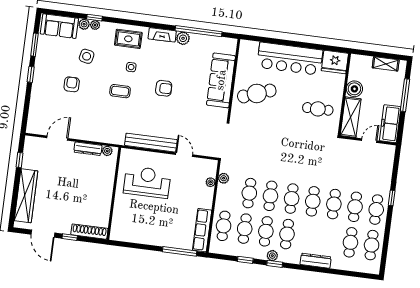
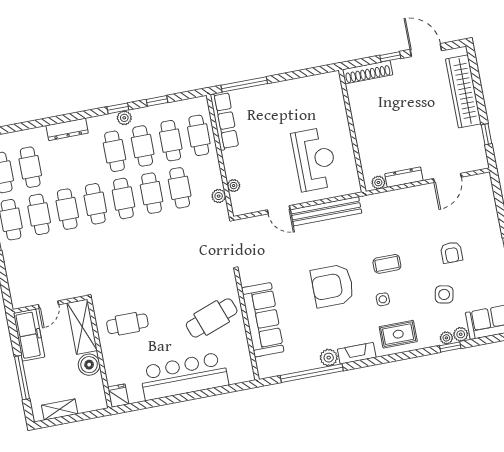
fridge: (335, 62) -> (118, 396), width x0.53, depth x0.75
armchair: (164, 88) -> (332, 286), width x1.88, depth x1.88
reception desk: (147, 182) -> (315, 159), turned -90

